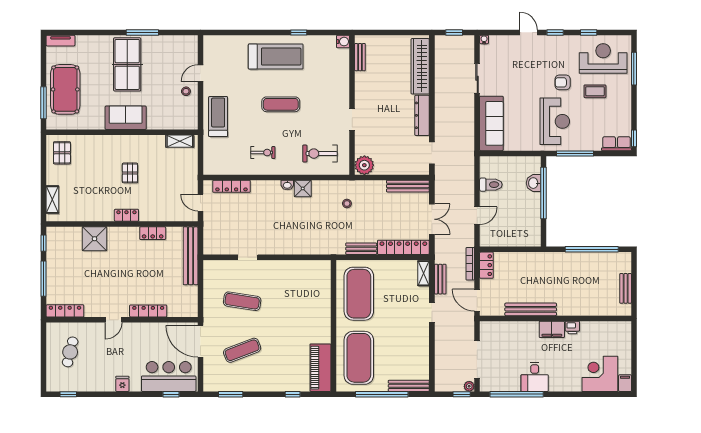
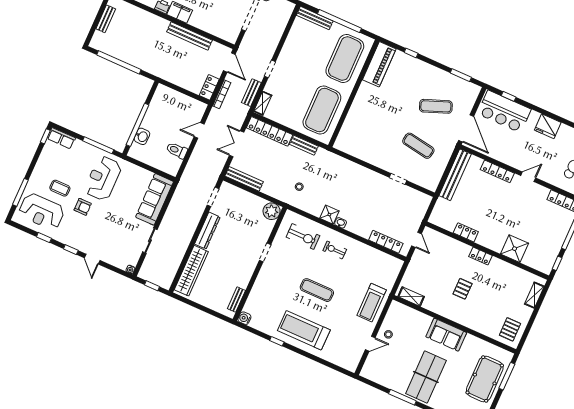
exercise bike: (263, 153) -> (335, 250), moved
bench: (191, 256) -> (455, 175), moved
fridge: (122, 384) -> (548, 126), width x1.88, depth x1.34

